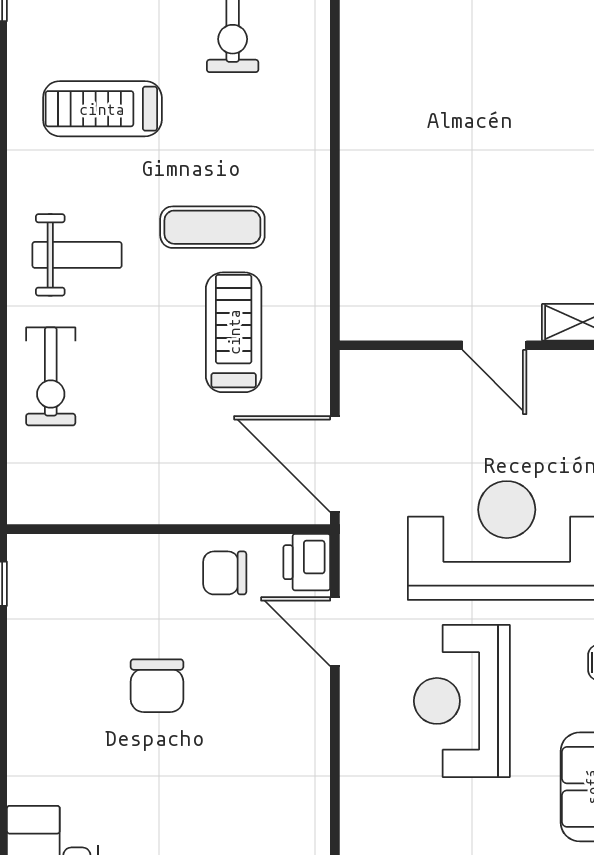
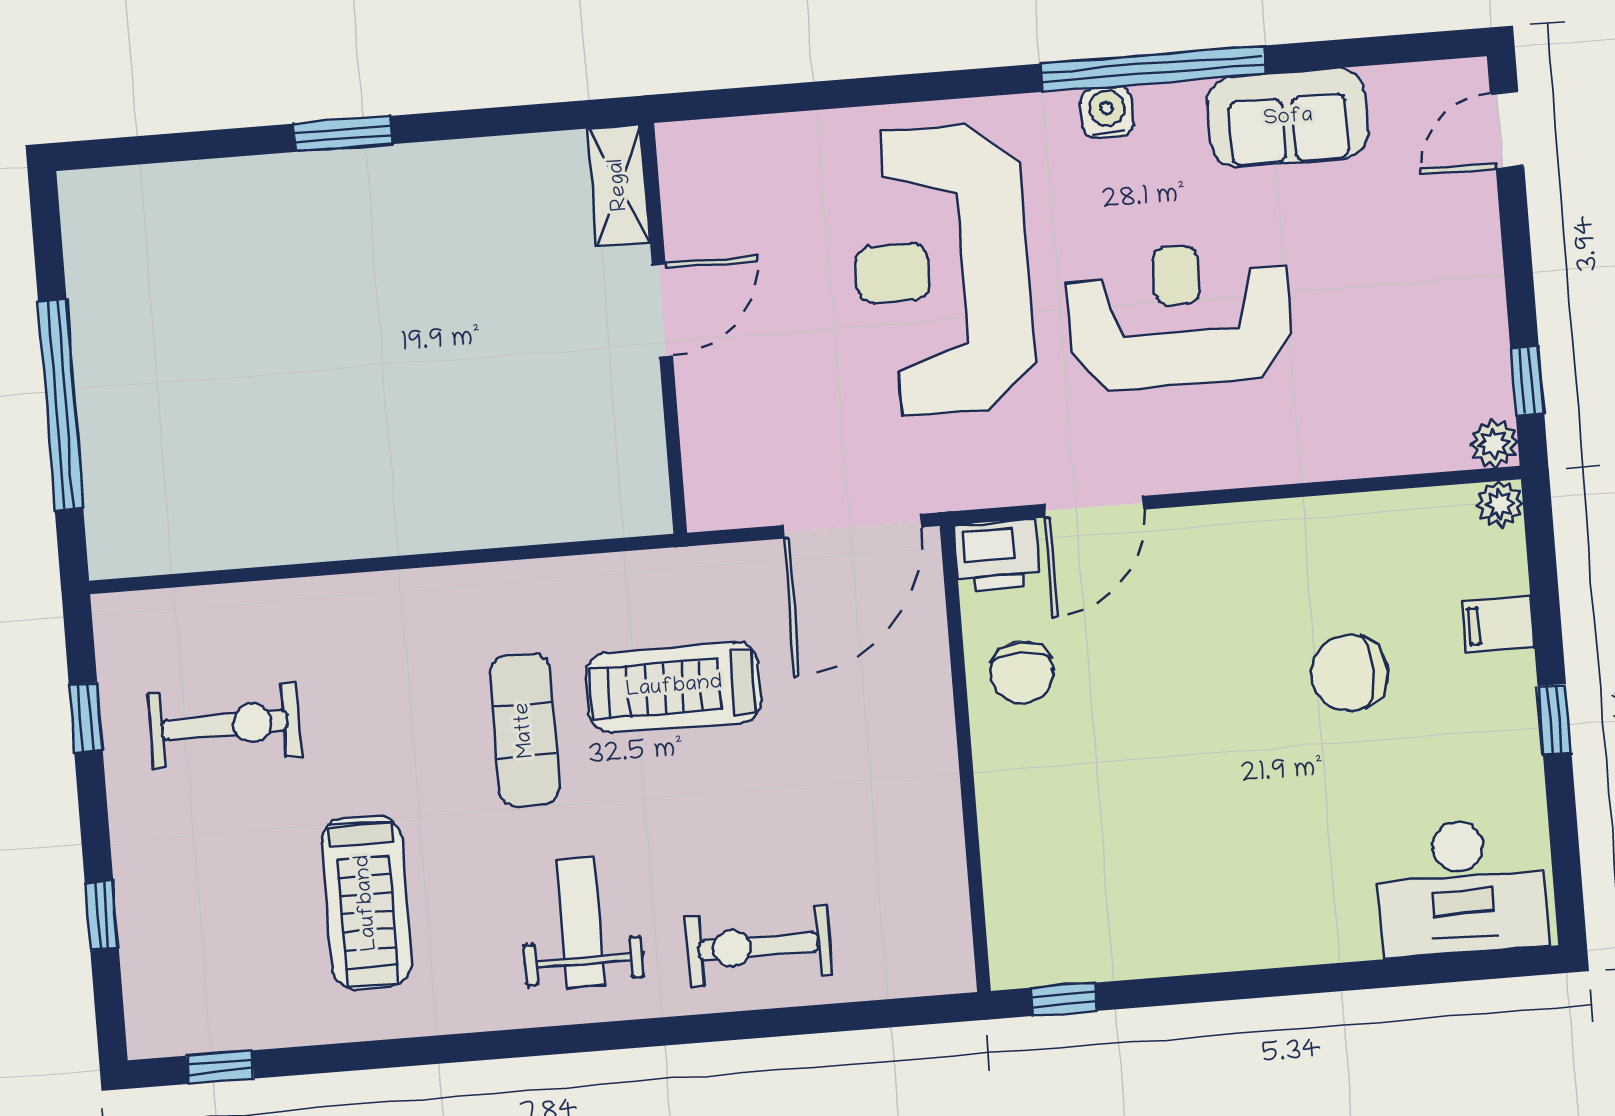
exercise bike: (51, 376) -> (759, 946), turned 180
chair: (157, 686) -> (1349, 673), moved, turned 180
reception desk: (462, 701) -> (1179, 316), turned 180

